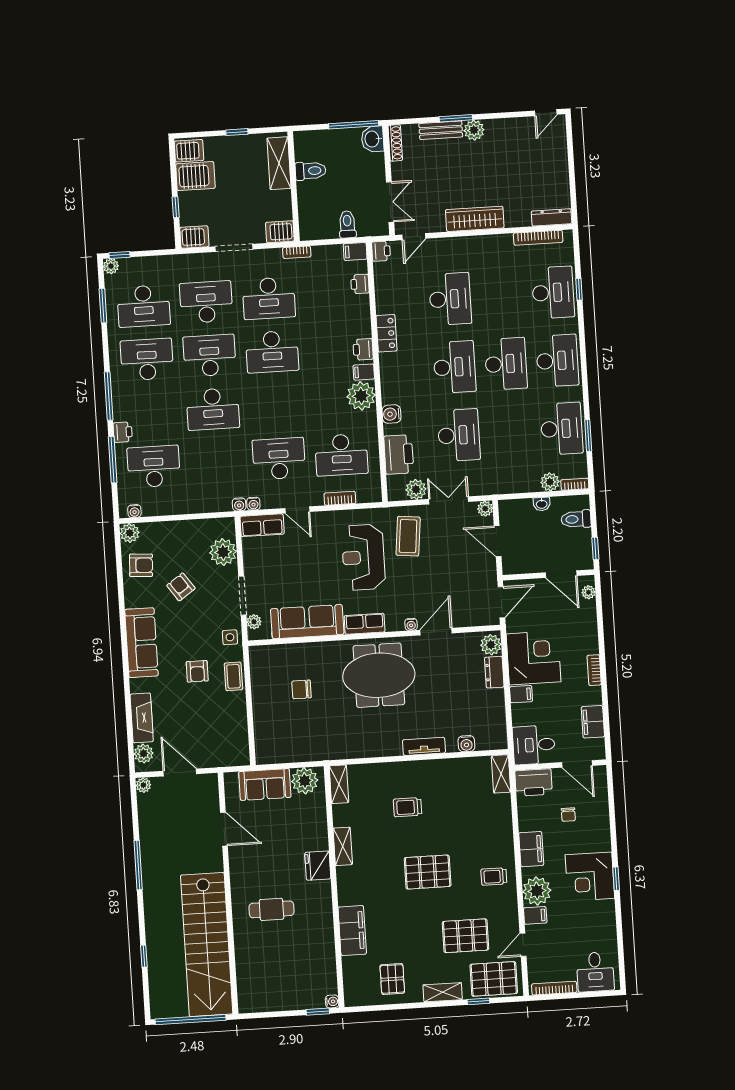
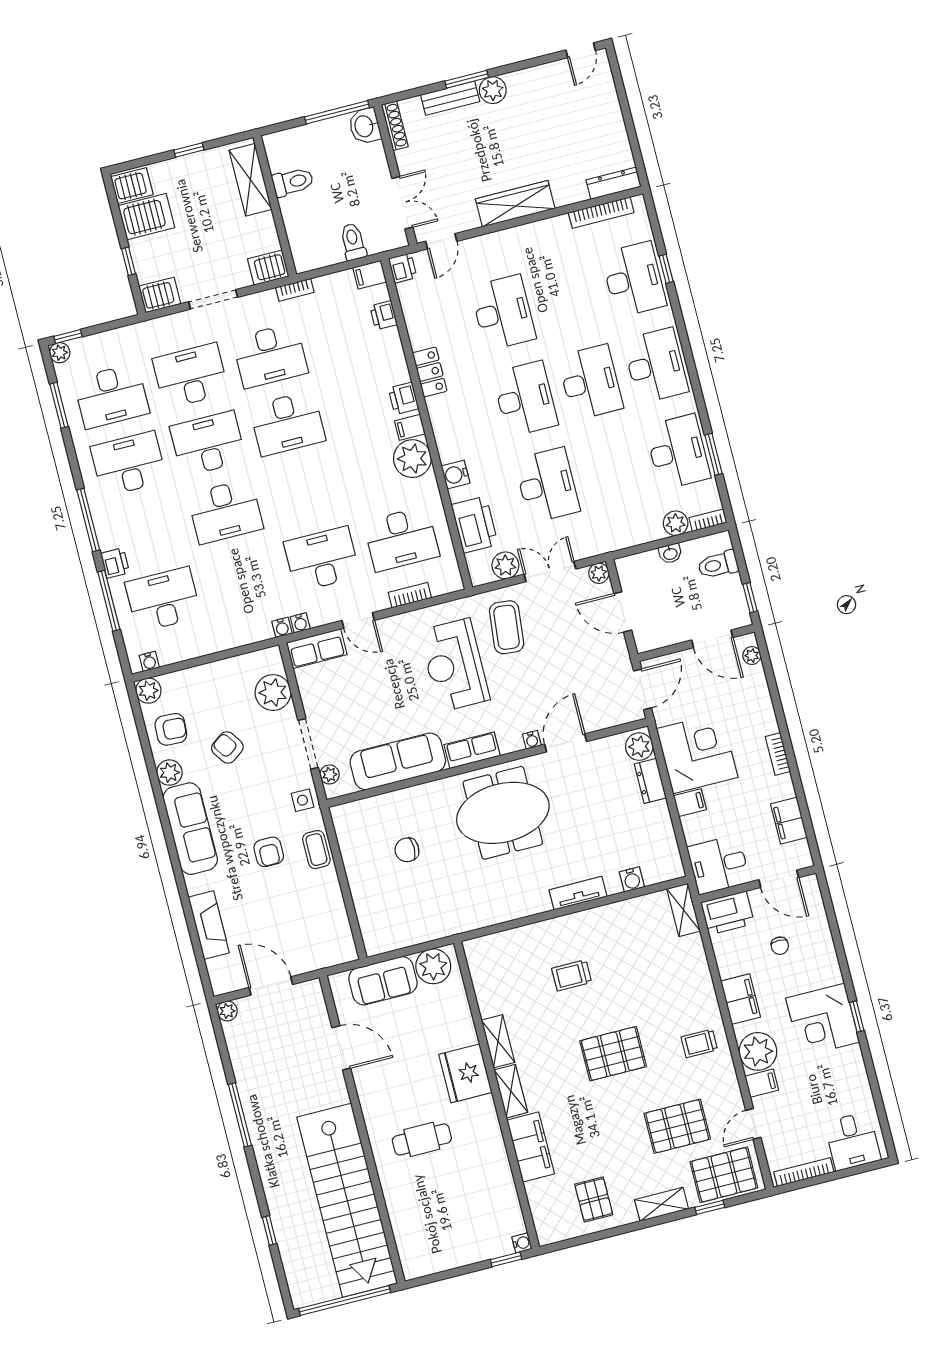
plant: (144, 754) -> (169, 773), moved
shelving: (339, 784) -> (511, 1091), moved
fridge: (318, 866) -> (465, 1073), width x1.36, depth x1.34

